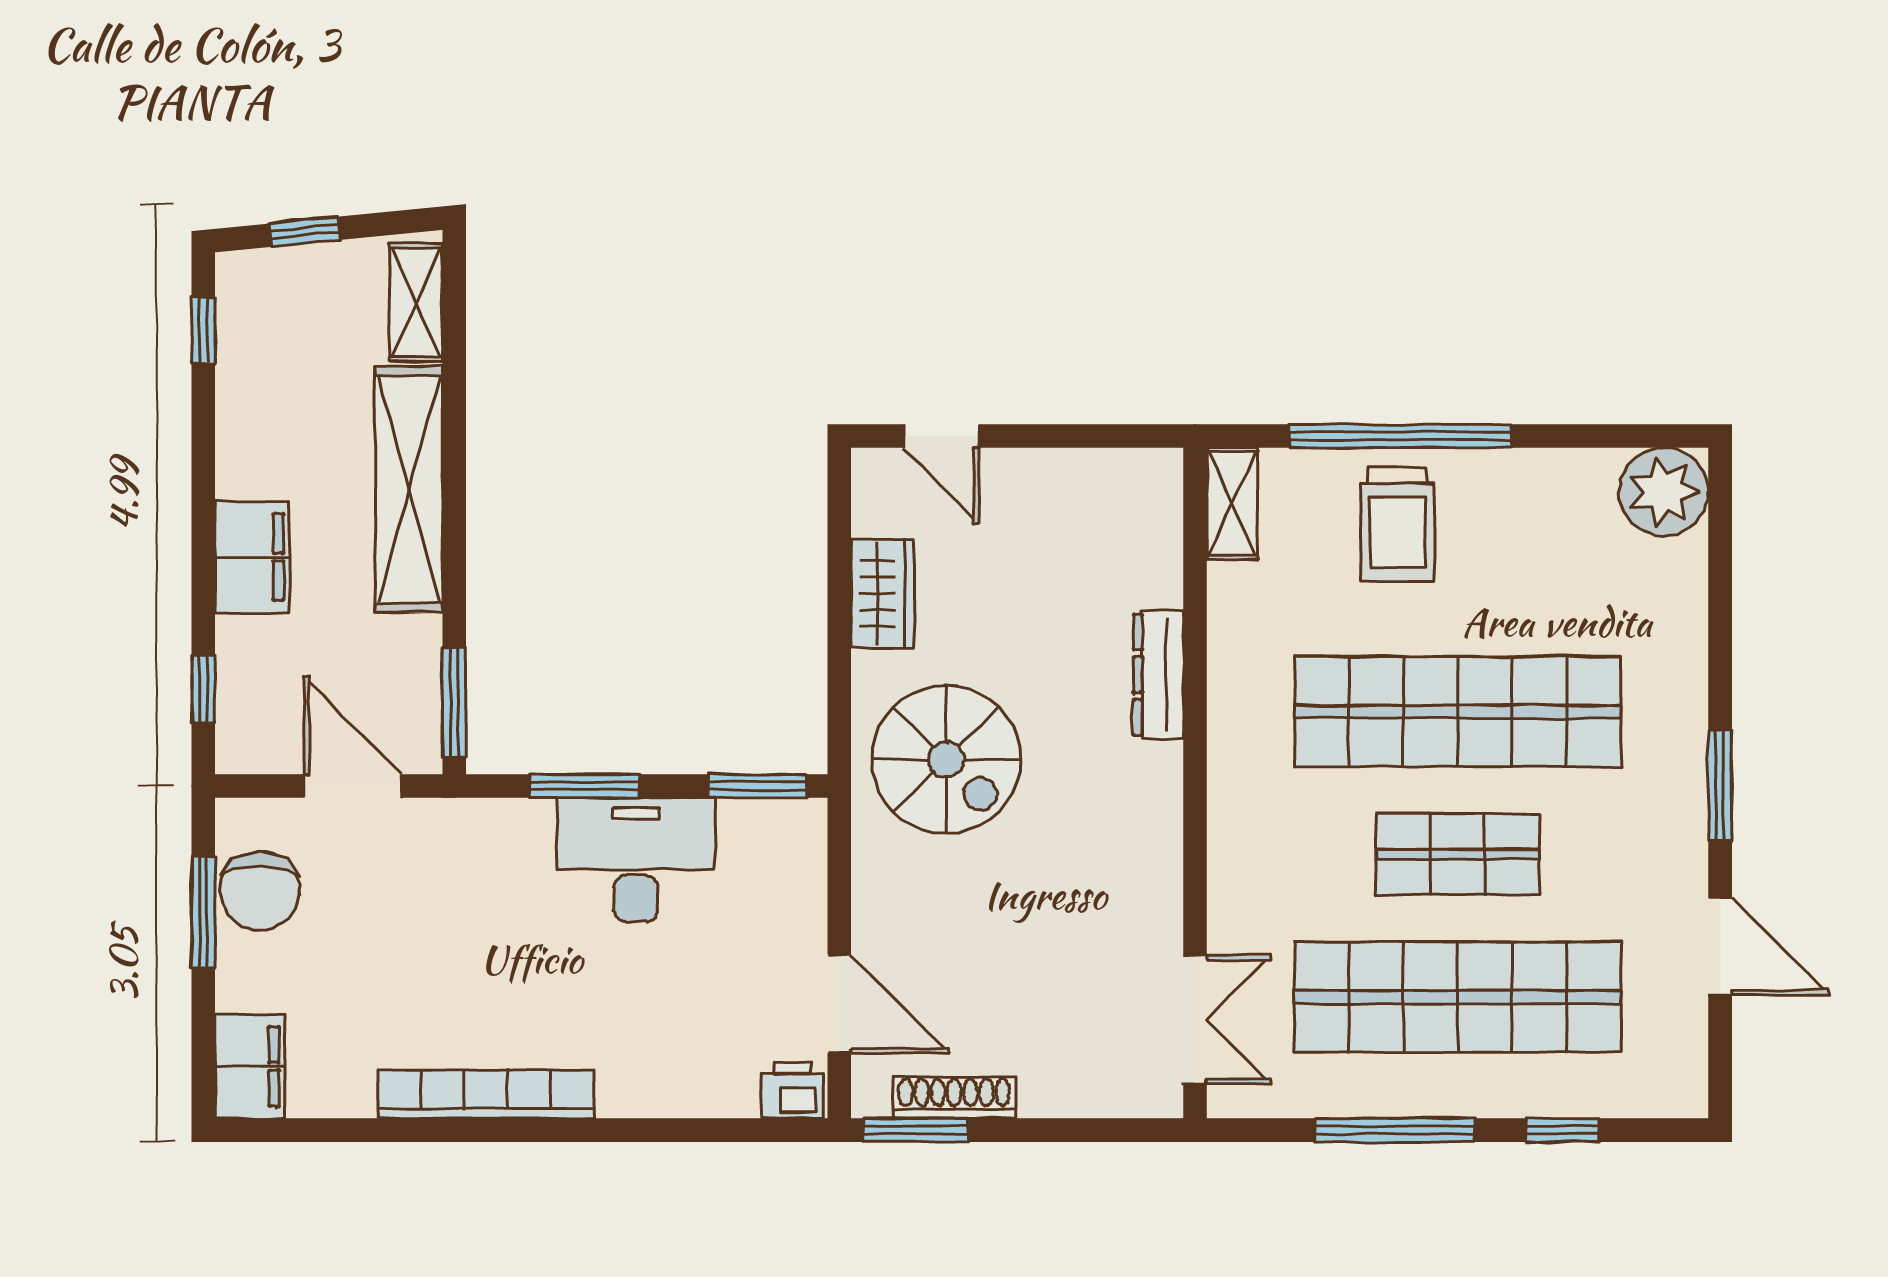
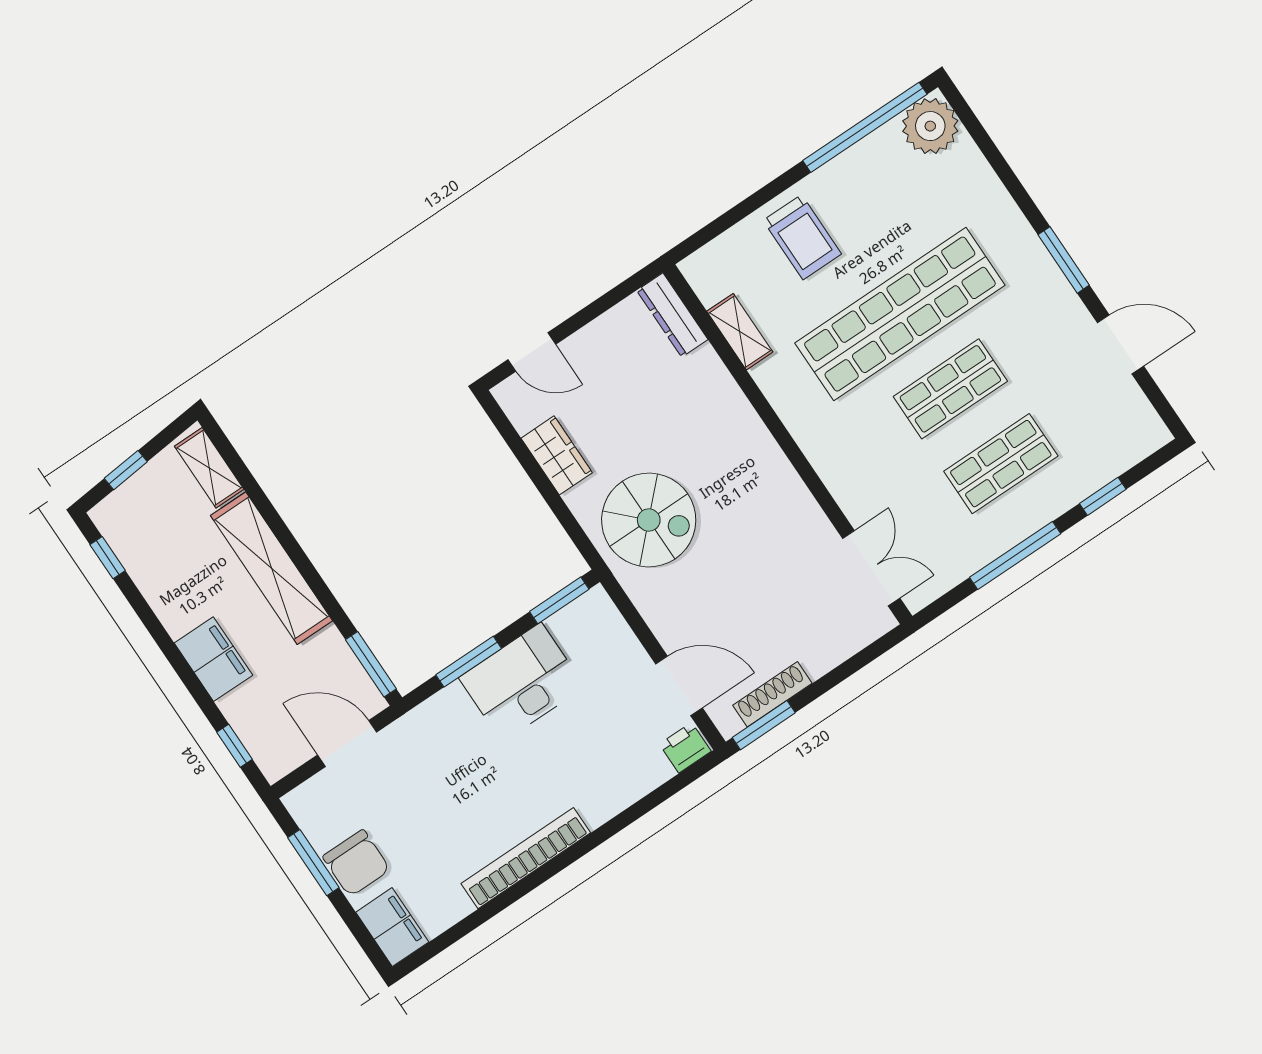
window: (1400, 436) -> (865, 127), moved
shelving: (1232, 504) -> (740, 332), moved
dresser: (1158, 675) -> (672, 315), moved
chair: (260, 891) -> (356, 863), moved
shop shelf: (1458, 997) -> (1001, 464), width x0.50, depth x0.74

